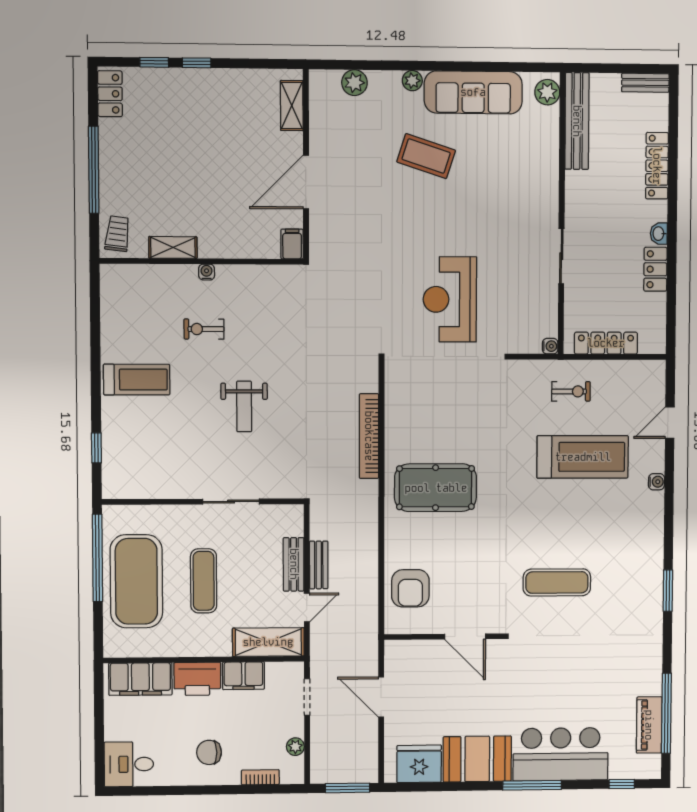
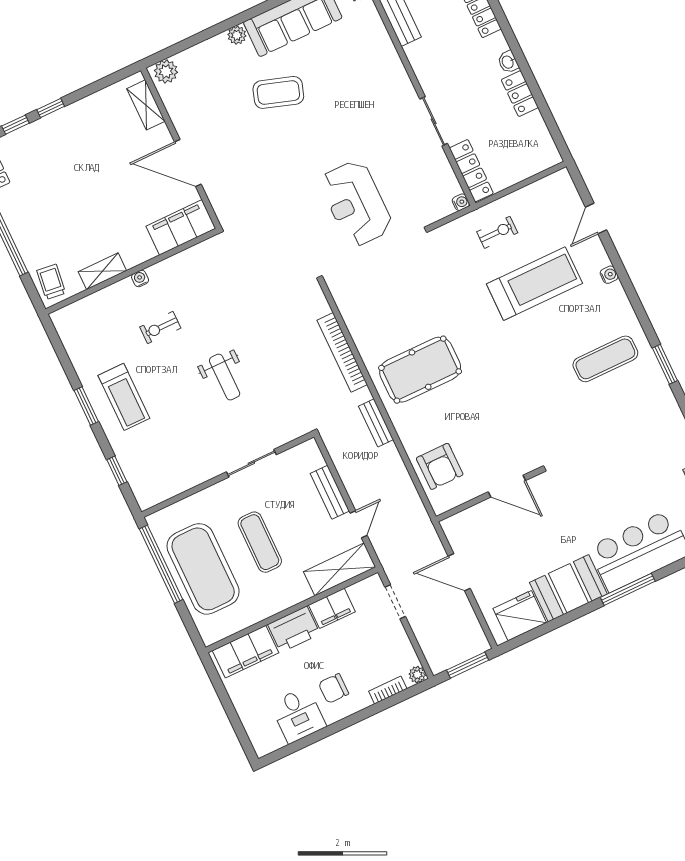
plant: (354, 83) -> (166, 71), moved
door: (306, 182) -> (188, 163), hinge flipped
filing cabinet: (292, 244) -> (181, 227), width x3.00, depth x1.17
locker: (606, 343) -> (471, 171), moved, turned 90
window: (96, 371) -> (86, 406), added
treadmill: (137, 380) -> (124, 397), turned 90
bench: (319, 565) -> (376, 423), moved
exercise mat: (557, 582) -> (605, 359), moved
plant: (295, 747) -> (417, 675), moved
desk: (129, 764) -> (298, 715), moved, turned -90

